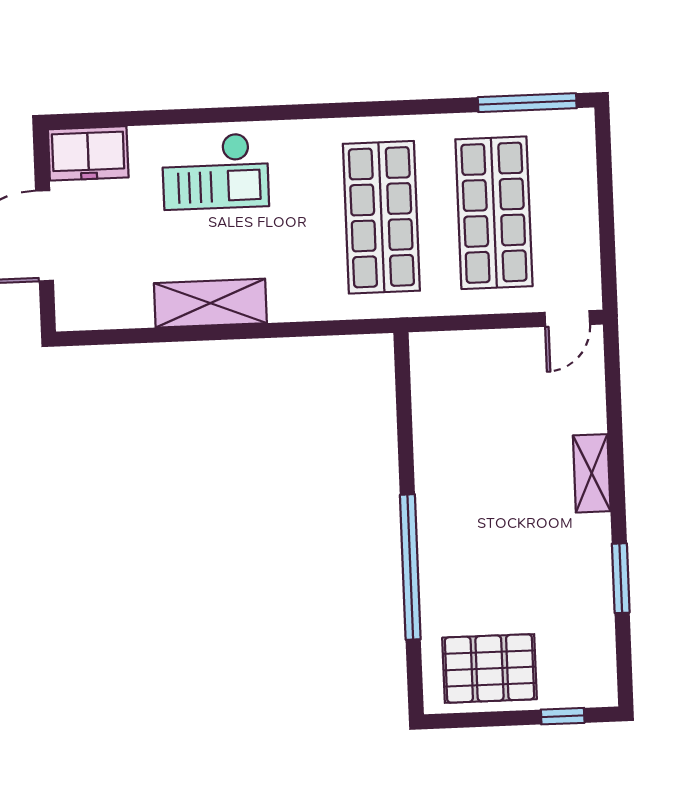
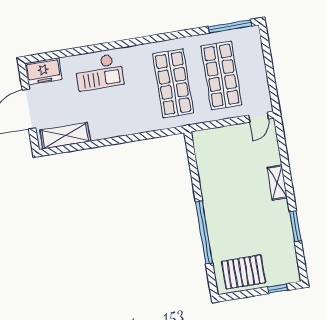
shelving: (210, 303) -> (65, 136), moved

